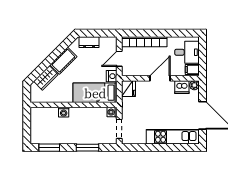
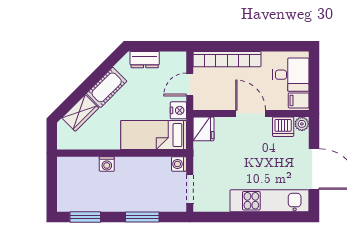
door: (160, 78) -> (251, 114), hinge flipped

